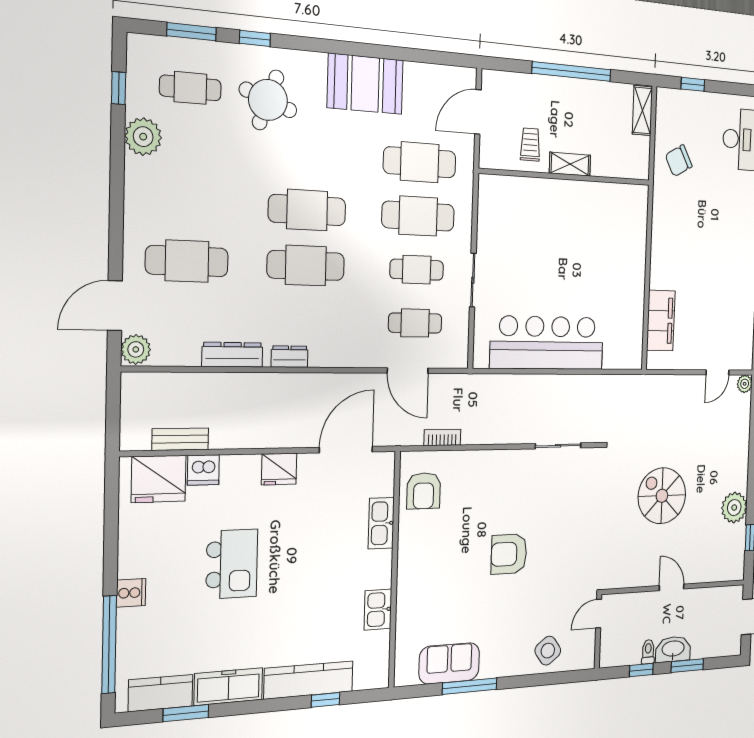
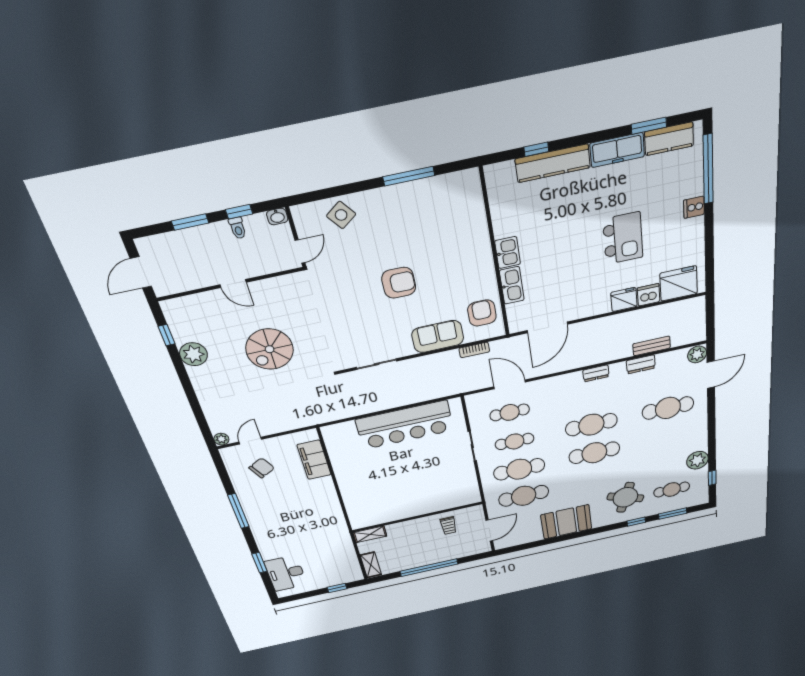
chair: (679, 161) -> (262, 468), moved
shelving: (570, 164) -> (370, 534), moved
dresser: (232, 355) -> (641, 364), width x0.70
bench: (180, 439) -> (652, 346), moved
fridge: (279, 469) -> (624, 300), moved
spiral stairs: (662, 496) -> (270, 349), turned 90
kitchen island: (232, 564) -> (623, 238), turned 180
kitchen sink: (378, 610) -> (508, 253), moved
washbasin: (673, 649) -> (277, 217), moved, width x0.52, depth x0.69
sofa: (449, 663) -> (438, 337), moved, turned 180

